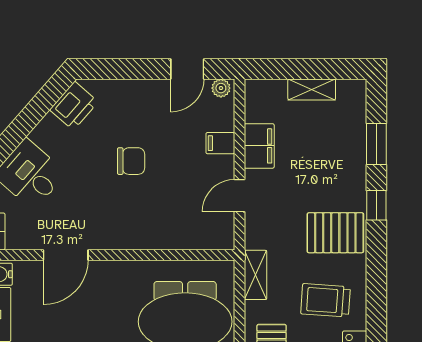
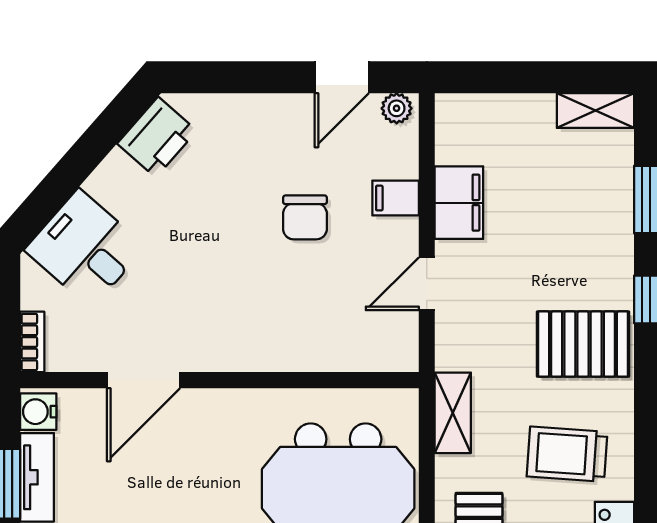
shelving: (312, 89) -> (595, 111), moved
chair: (131, 161) -> (305, 217), moved, turned 90

